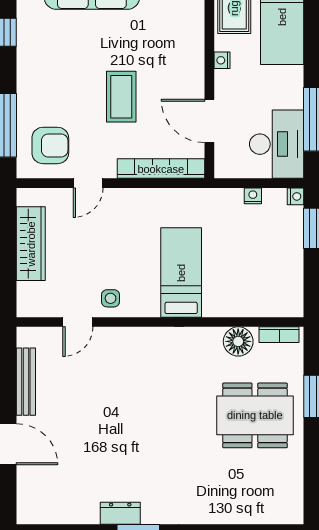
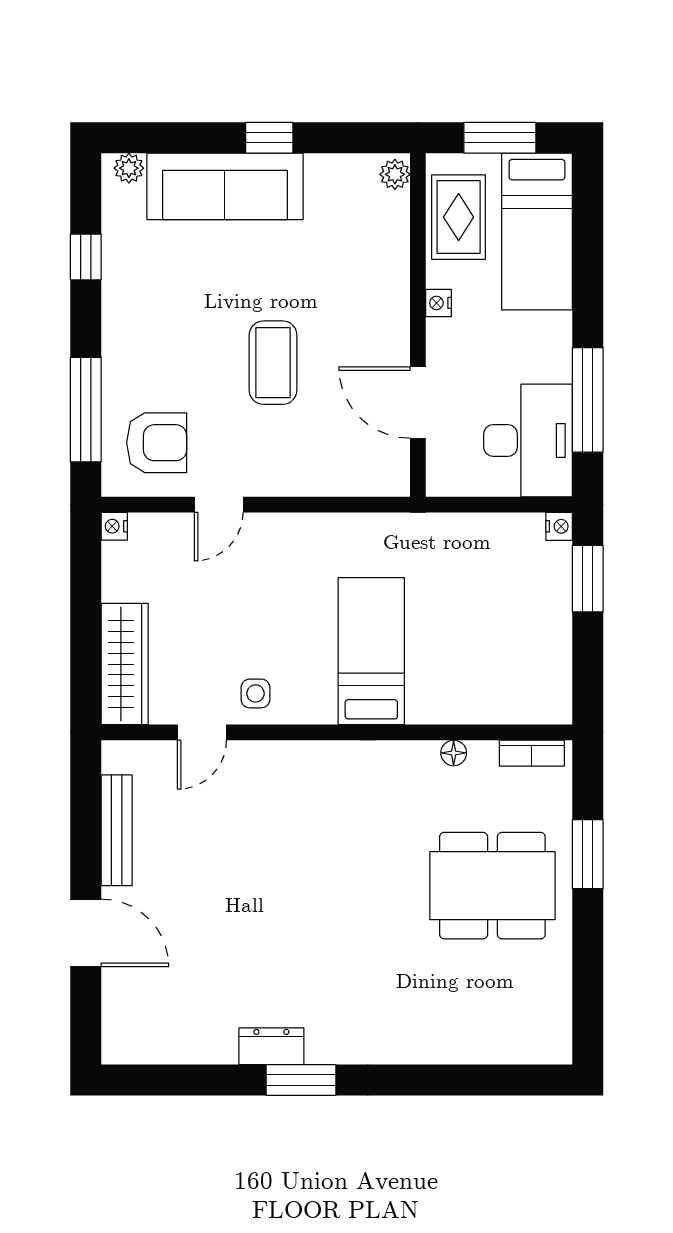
bookcase: (161, 169) -> (338, 481), removed
nightstand: (253, 196) -> (114, 526), moved, turned -90
wardrobe: (31, 244) -> (125, 664), moved
floor lamp: (238, 341) -> (454, 753), width x0.53, depth x0.53

